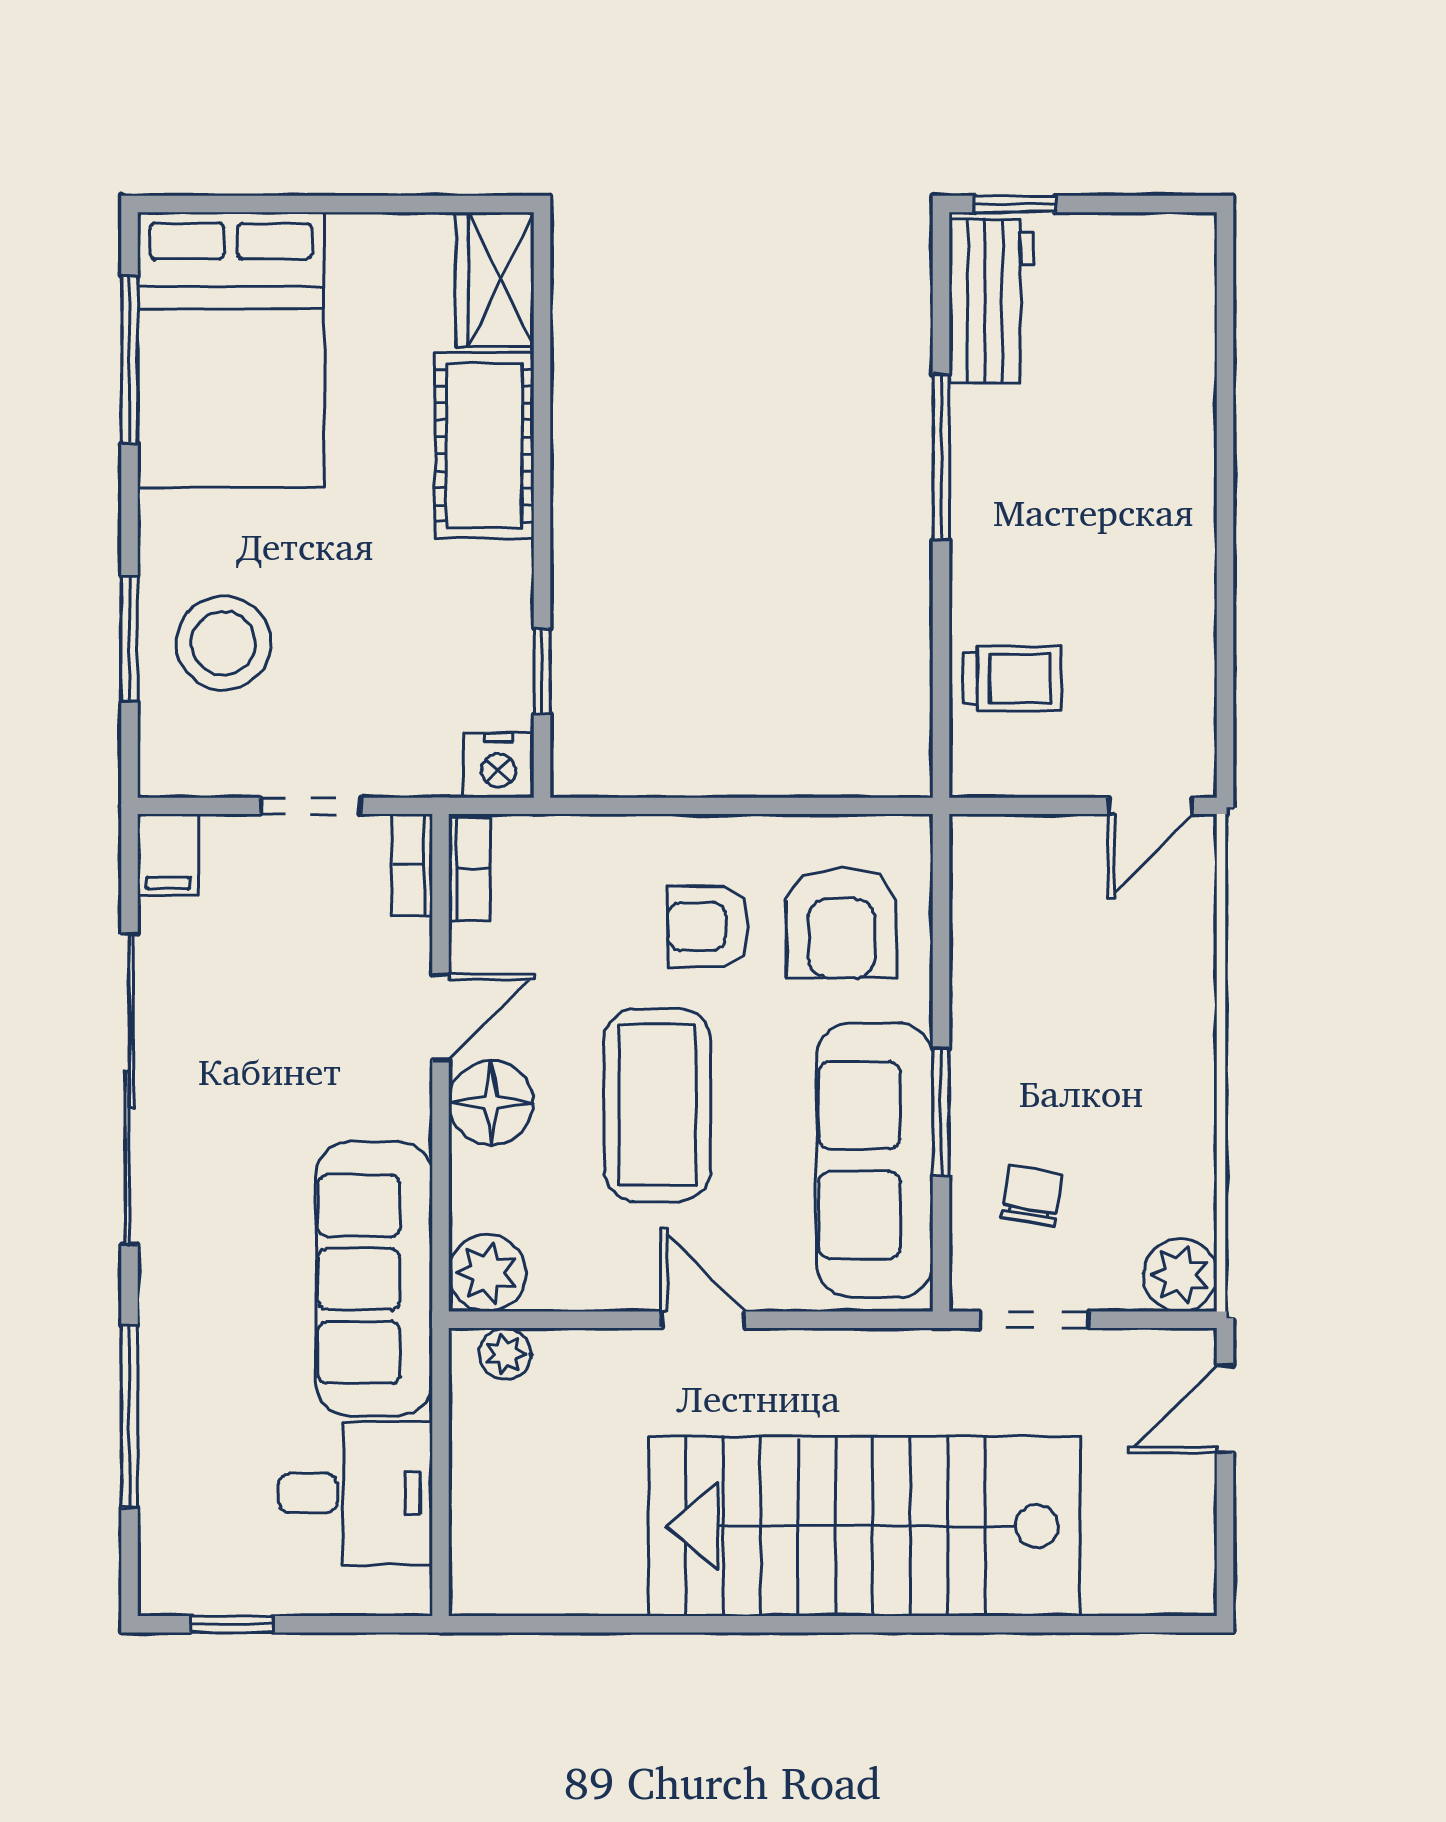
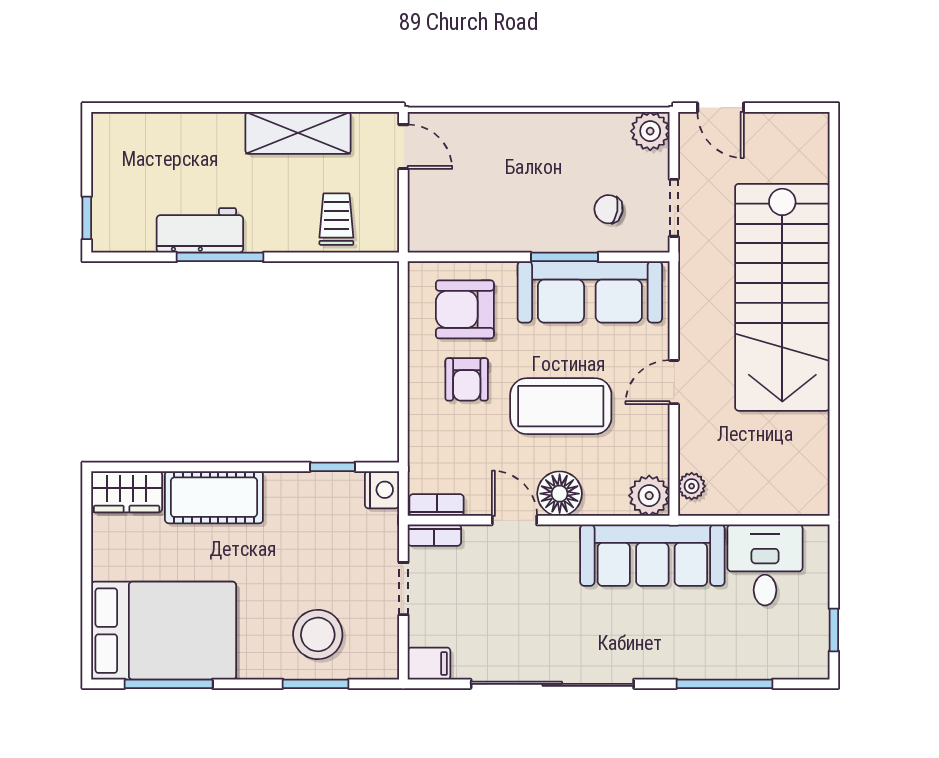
workbench: (992, 301) -> (200, 230), moved
shelving: (1177, 606) -> (298, 133), added
armchair: (841, 923) -> (465, 309), turned 180

